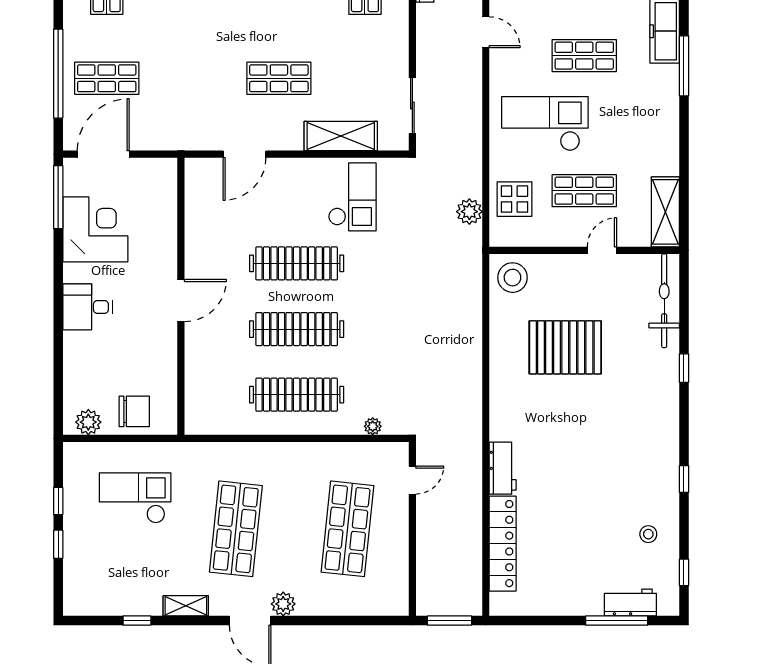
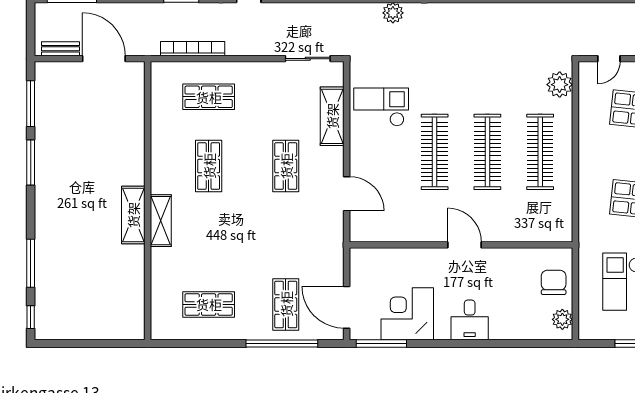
plant: (373, 426) -> (560, 85), width x1.88, depth x1.88
door: (412, 480) -> (609, 59), swing flipped

